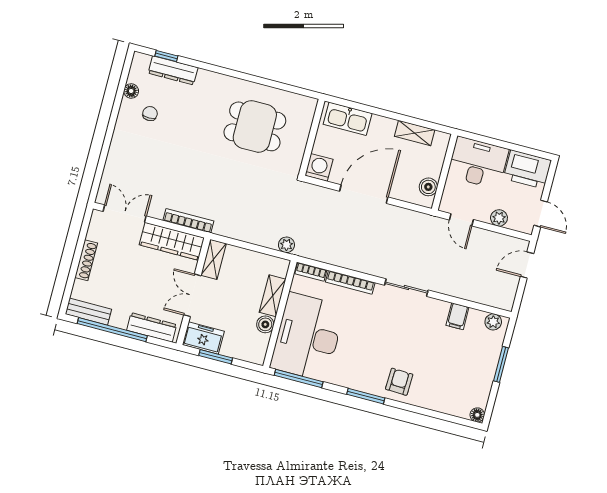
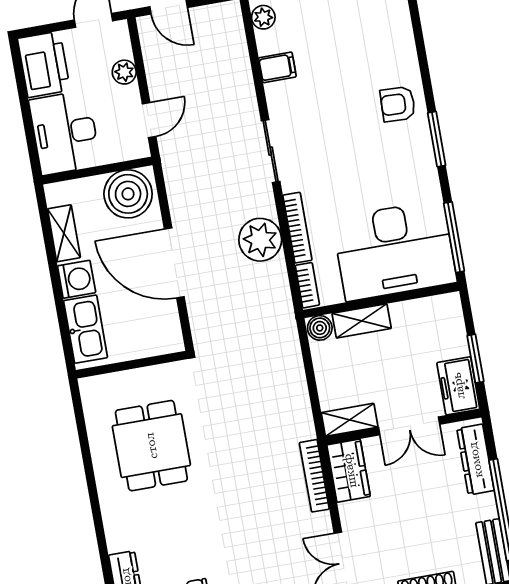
washing machine: (319, 167) -> (77, 279), moved, turned 180
boiler: (428, 187) -> (128, 194), width x1.86, depth x1.86
wardrobe: (172, 241) -> (349, 471), width x0.67
plant: (286, 245) -> (260, 240), moved, width x1.88, depth x1.88
boiler: (265, 324) -> (320, 328), moved

